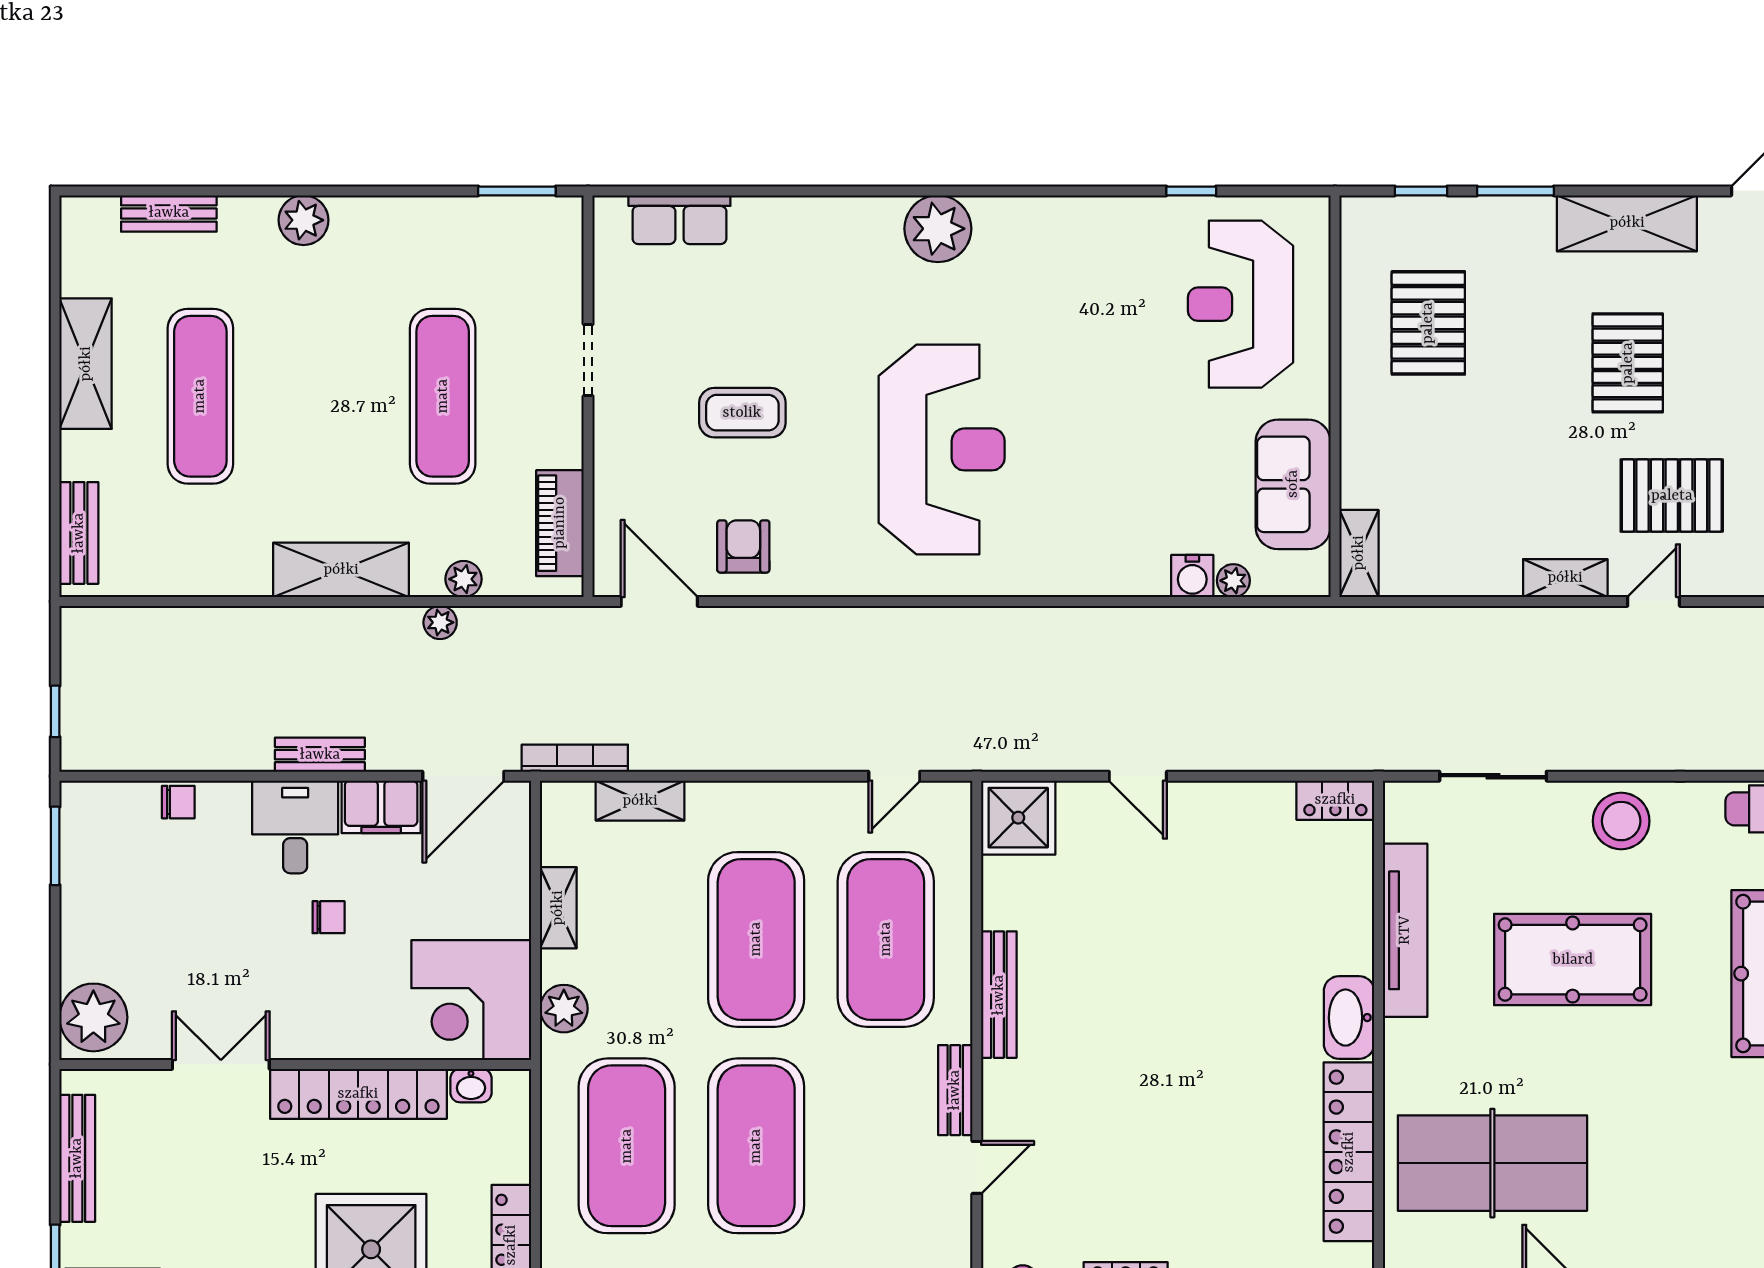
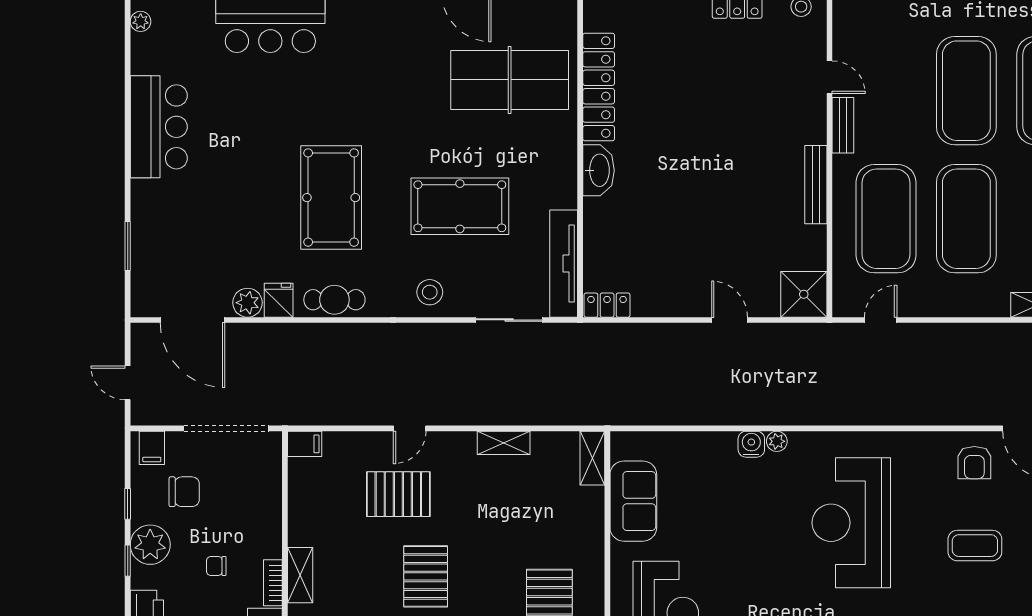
water cooler: (1192, 576) -> (751, 444), moved
shelving: (1565, 578) -> (504, 443), moved
plant: (1233, 581) -> (777, 441), moved
stool: (1621, 821) -> (430, 292), width x0.73, depth x0.73
tv unit: (1405, 930) -> (564, 264), moved
door: (977, 1167) -> (830, 77), swing flipped

